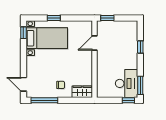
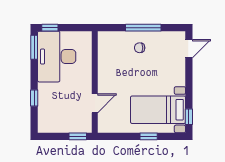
desk: (127, 83) -> (57, 57), width x1.36, depth x1.30
door: (23, 84) -> (189, 49), hinge flipped
wardrobe: (82, 92) -> (111, 39), removed
window: (44, 100) -> (143, 28), moved

